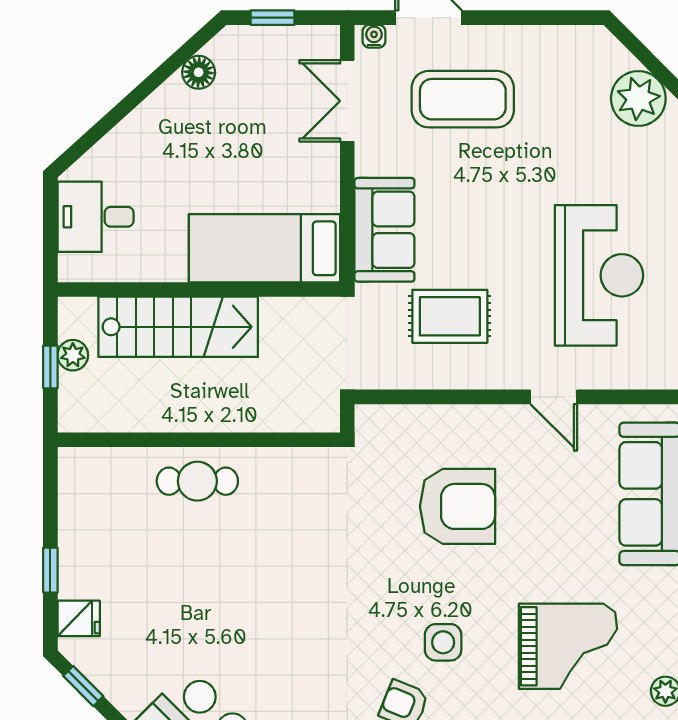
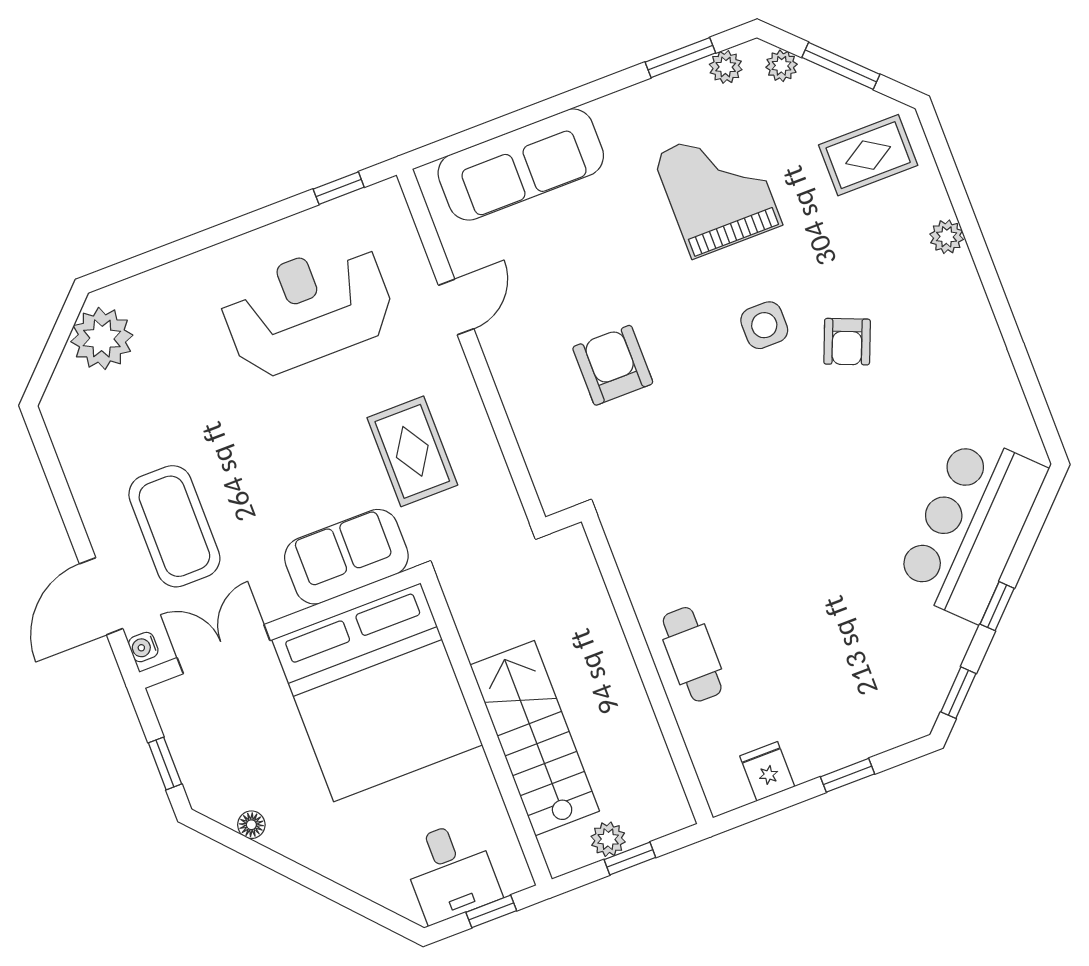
floor lamp: (199, 72) -> (251, 825), width x0.73, depth x0.73
double door: (347, 101) -> (224, 649), swing flipped
window: (50, 237) -> (491, 911), added
bed: (264, 248) -> (377, 692), width x2.04
armchair: (458, 506) -> (613, 365), width x0.73, depth x0.73
fridge: (79, 618) -> (767, 771), moved

